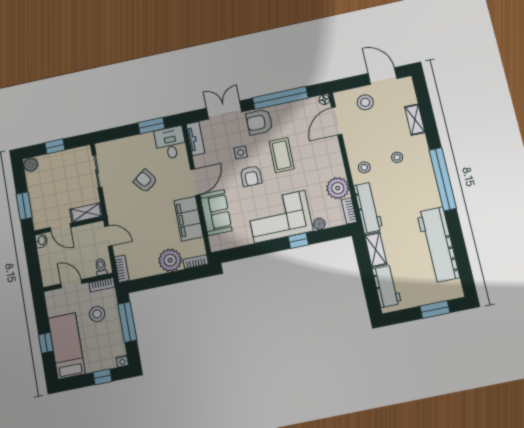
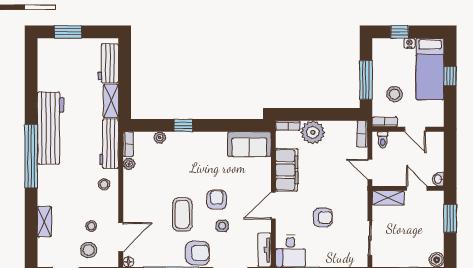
stool: (397, 157) -> (91, 226), moved
armchair: (145, 181) -> (323, 217), turned -53
plant: (338, 188) -> (129, 164), width x0.53, depth x0.53
sofa: (216, 213) -> (249, 144), moved, turned -90
corner sofa: (280, 217) -> (197, 153), removed
workbench: (438, 245) -> (51, 128), moved
nightstand: (122, 361) -> (409, 43), moved

